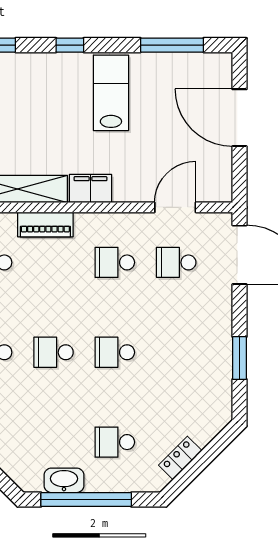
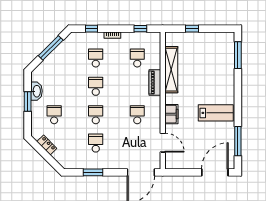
window: (70, 45) -> (238, 94), removed
door: (239, 118) -> (215, 172), moved
filing cabinet: (90, 189) -> (171, 114), moved
school desk: (176, 262) -> (96, 143), moved
window: (86, 499) -> (28, 101), width x0.47

